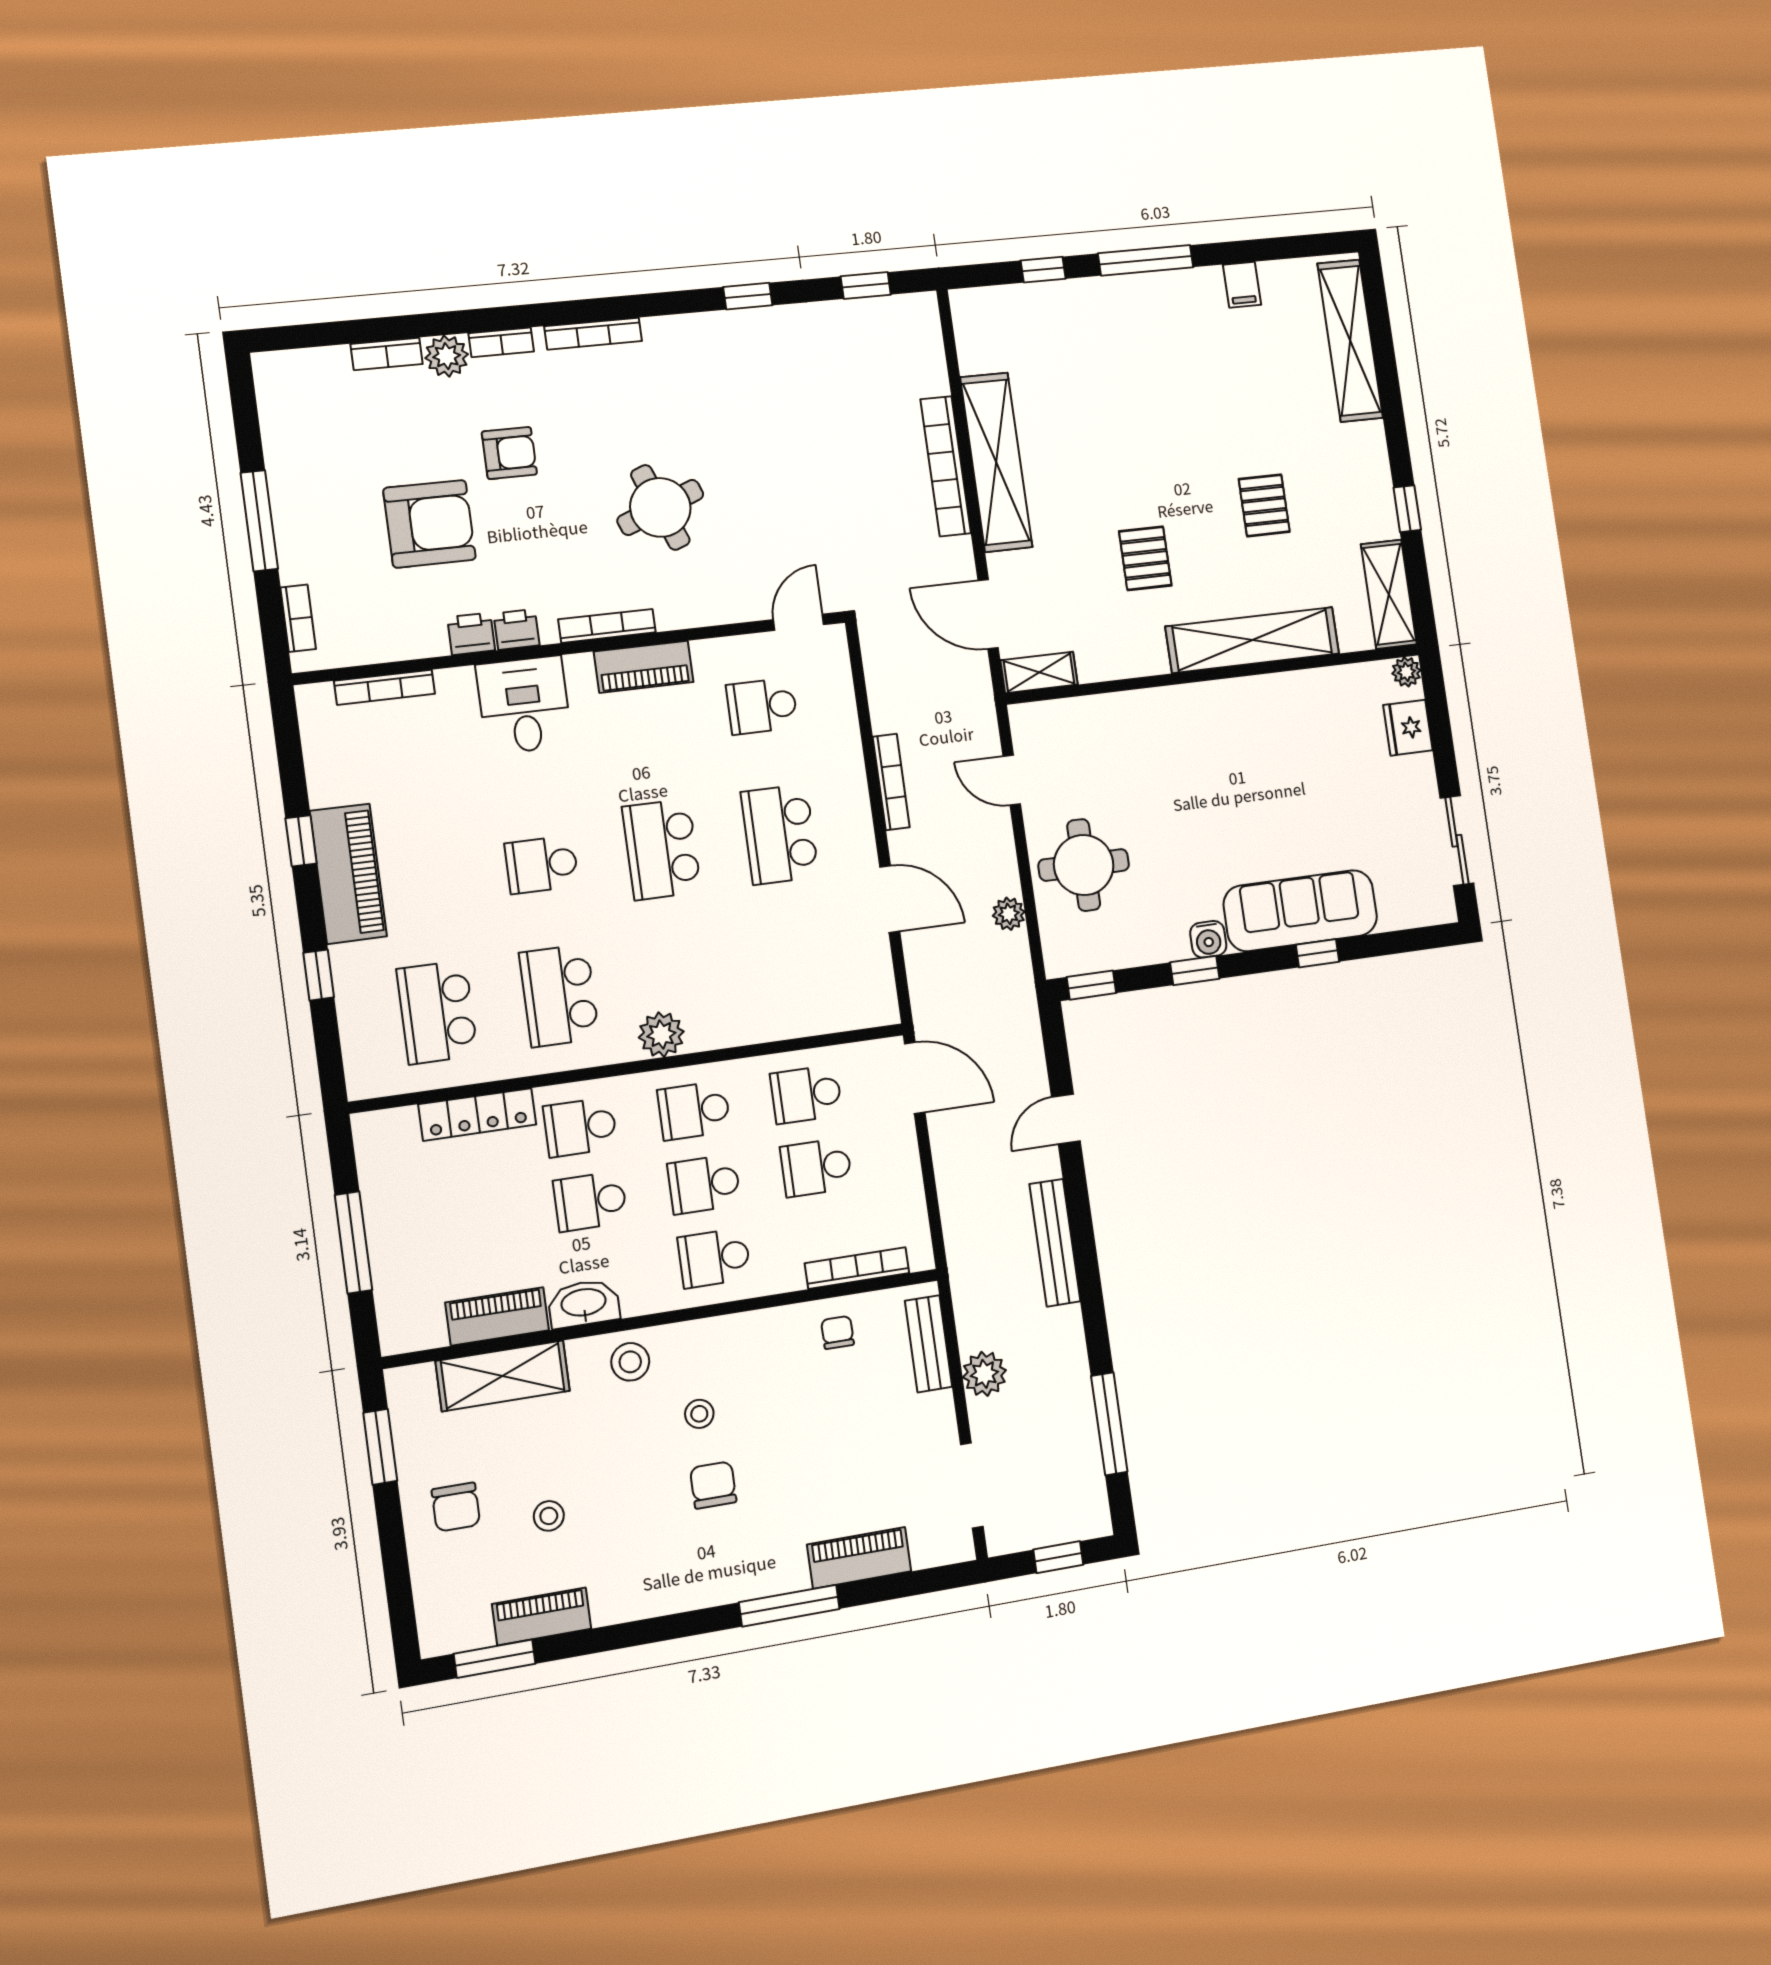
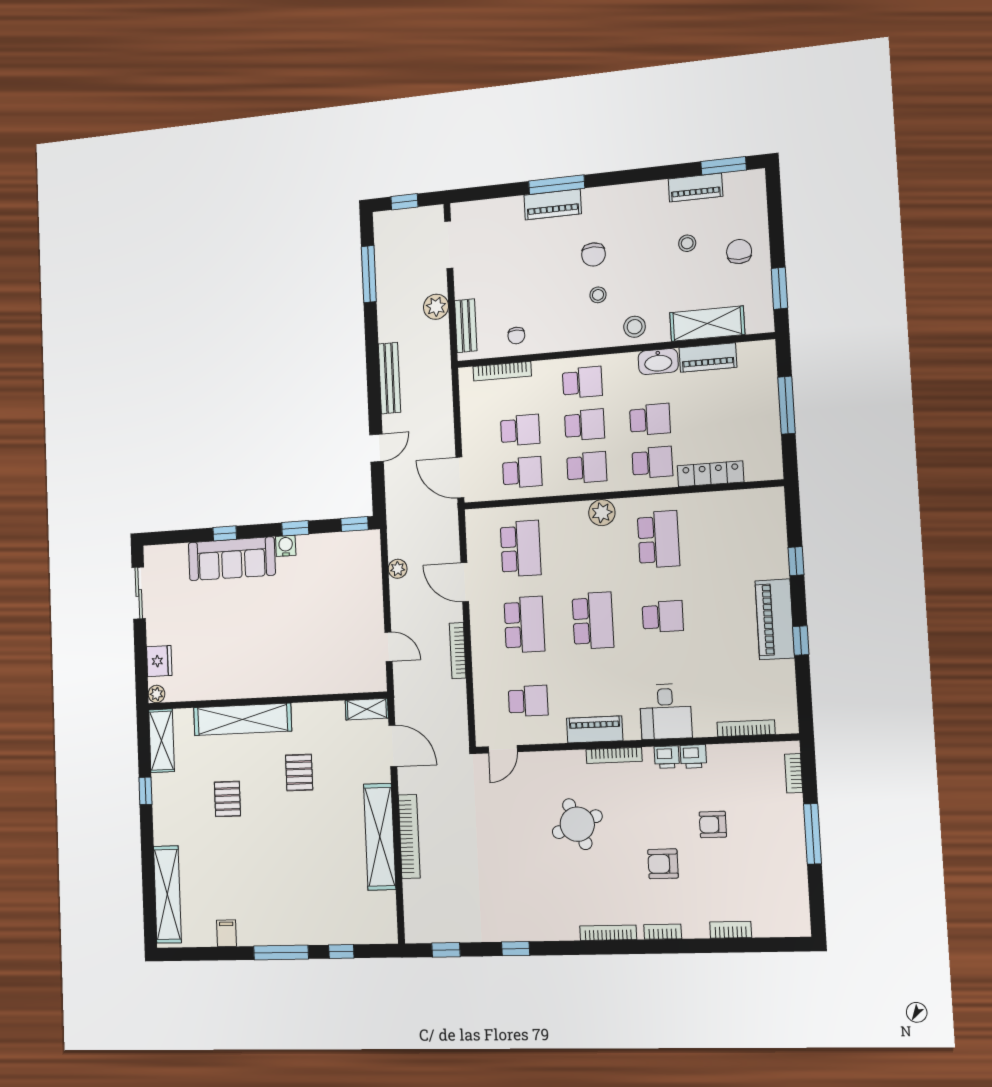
plant: (447, 356) -> (695, 926), removed
armchair: (429, 524) -> (713, 824), width x0.53, depth x0.53
round table: (1084, 865) -> (352, 594), removed
school desk: (437, 1012) -> (521, 549), moved
piano: (859, 1558) -> (553, 204), moved

